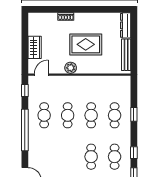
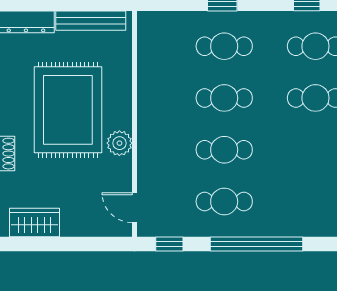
rug: (86, 44) -> (68, 110), width x1.37, depth x1.44
wardrobe: (35, 47) -> (34, 223), moved

